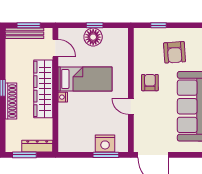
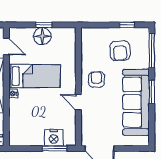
window: (158, 25) -> (127, 25), moved

